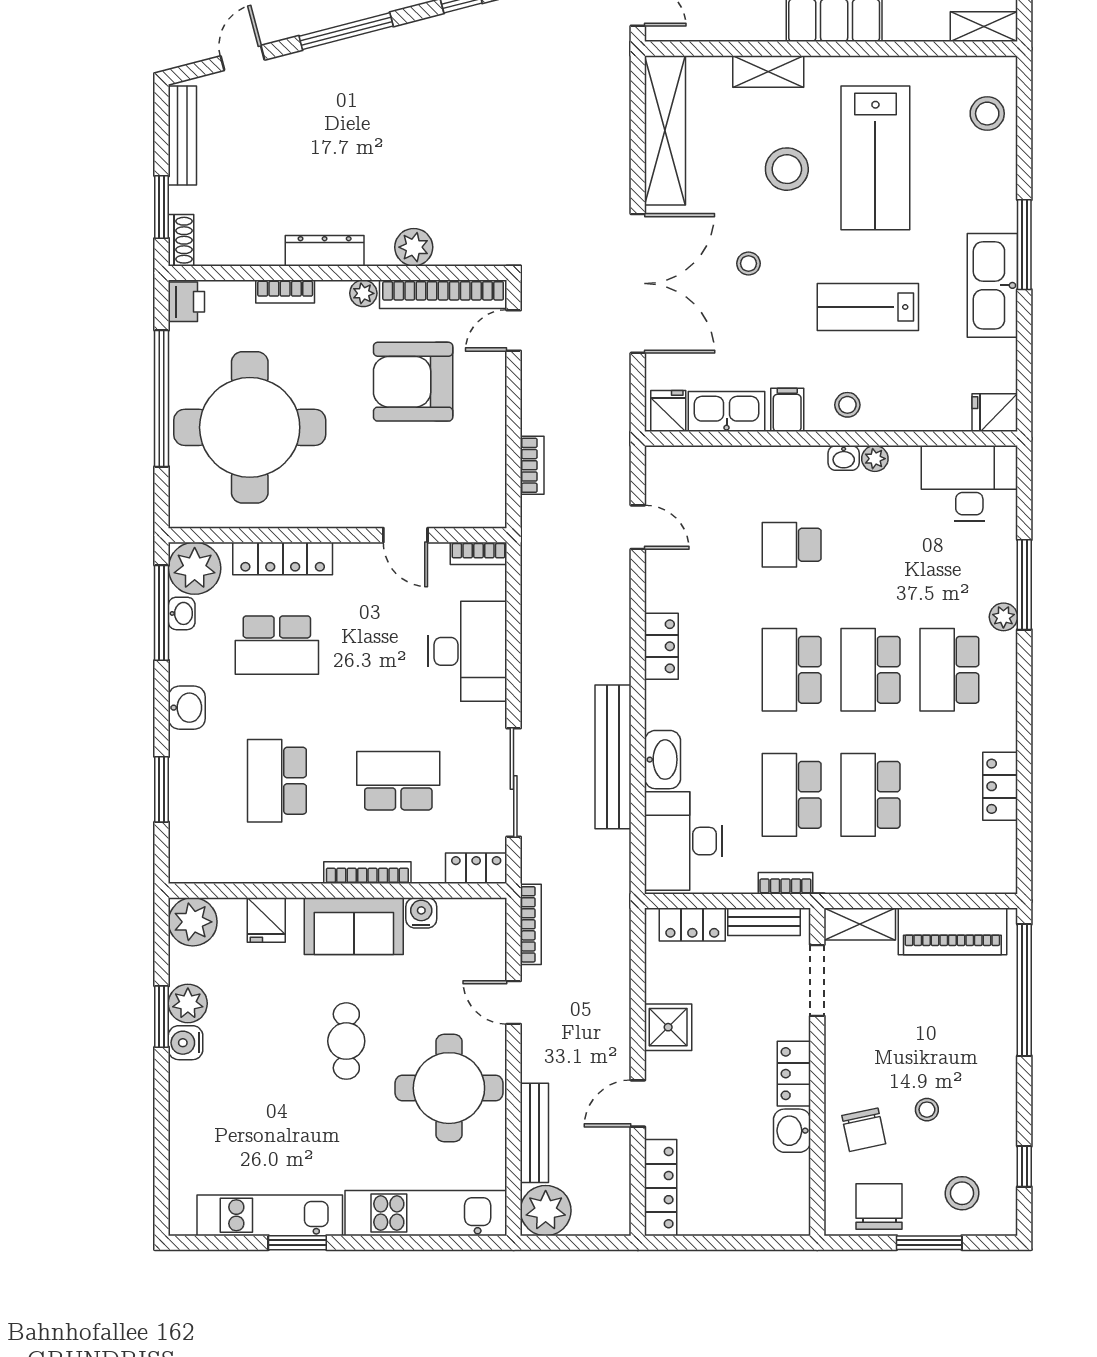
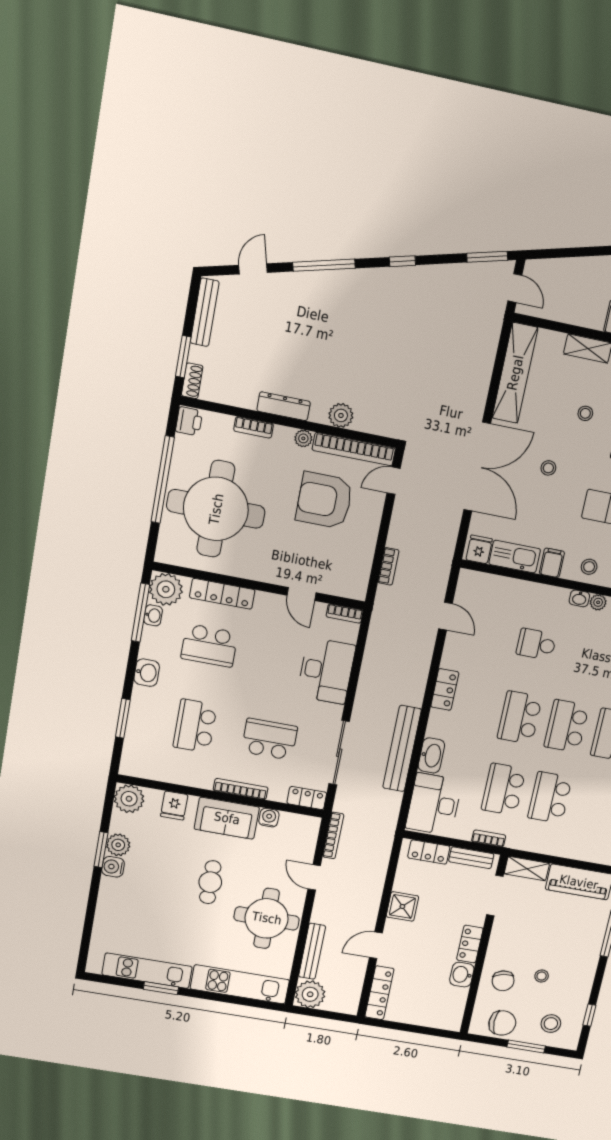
stool: (787, 169) -> (585, 413), width x0.53, depth x0.53
chair: (879, 1206) -> (502, 1023), turned 90

